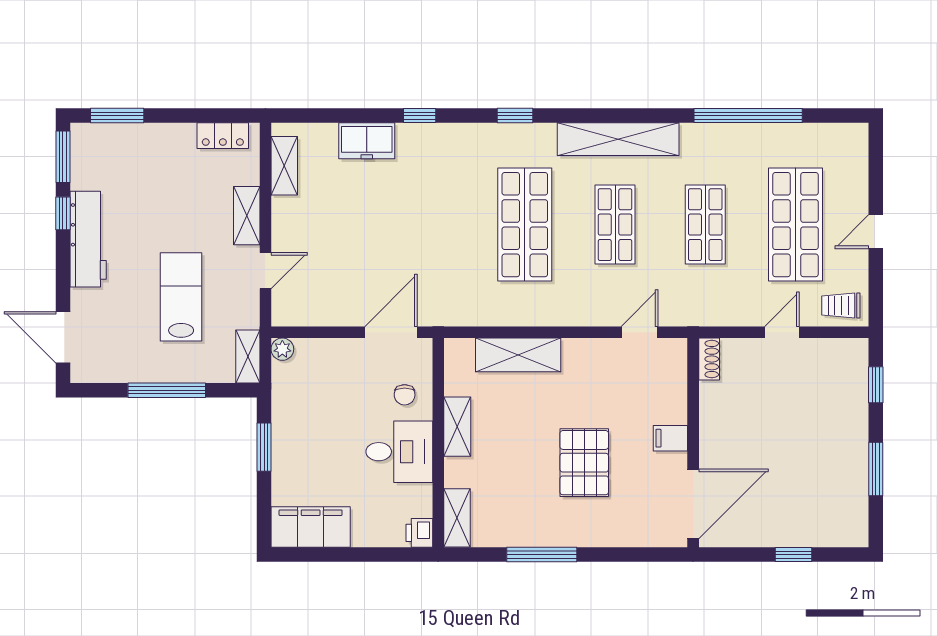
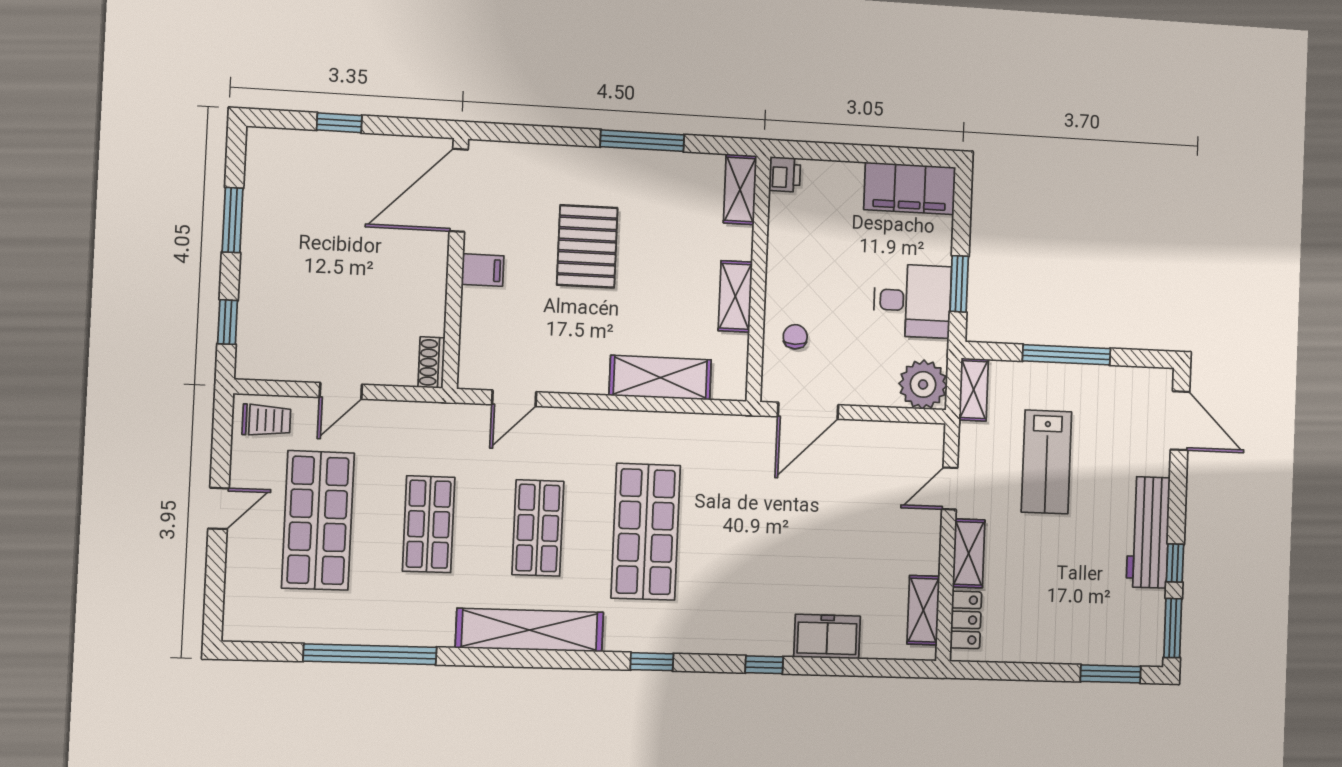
locker: (223, 136) -> (966, 620), moved, turned 90
plant: (282, 349) -> (923, 384), width x1.87, depth x1.87
desk: (399, 452) -> (912, 301), moved, turned 180

